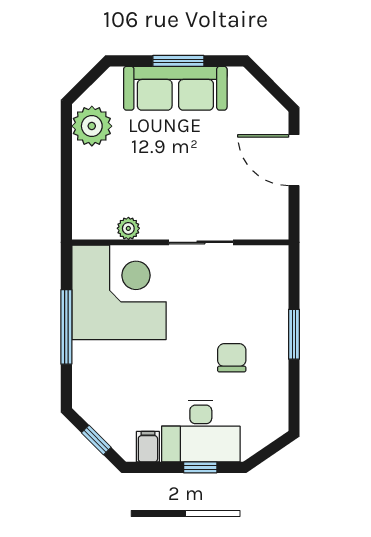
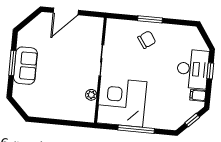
sofa: (175, 88) -> (25, 66), width x0.73
plant: (92, 126) -> (40, 108), removed
chair: (232, 358) -> (147, 40), moved, turned 145

